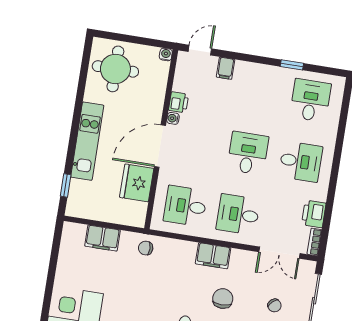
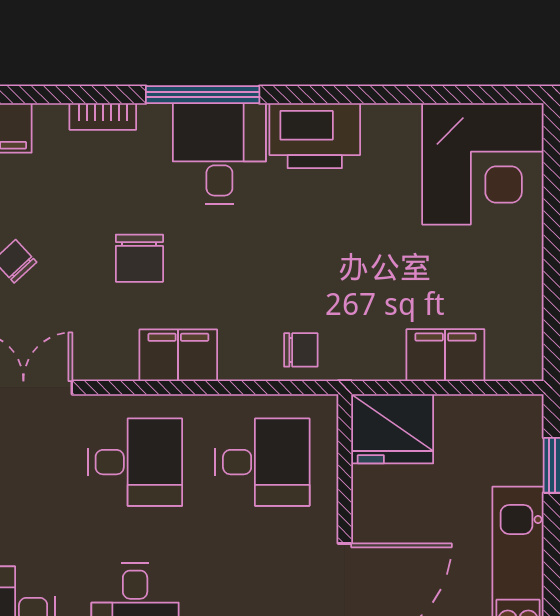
fridge: (137, 183) -> (392, 429), moved, turned 90
chair: (146, 248) -> (301, 350), moved

